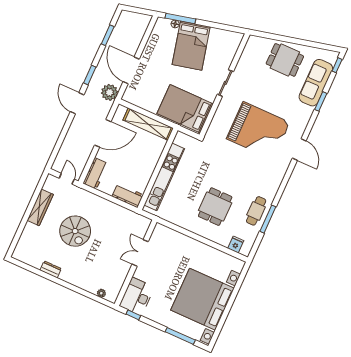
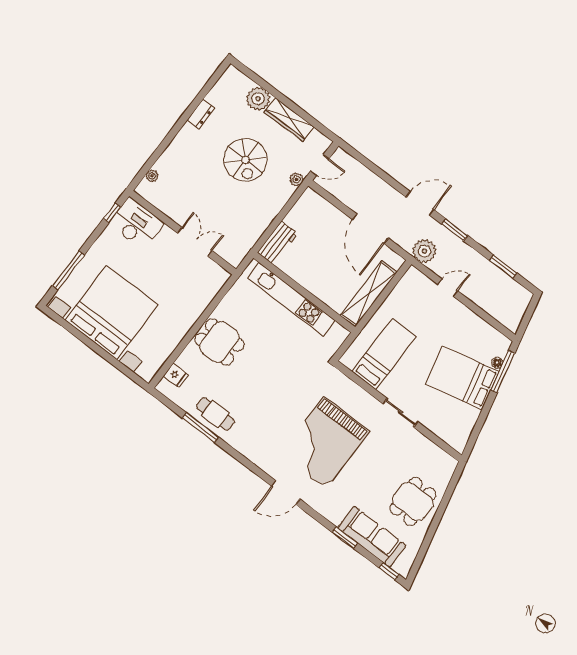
door: (131, 70) -> (448, 288), width x0.53
bed: (185, 109) -> (384, 354), width x0.67
workbench: (95, 173) -> (318, 206), removed
plant: (80, 193) -> (296, 179), added
dining table: (215, 207) -> (219, 342), moved
spiral stairs: (75, 231) -> (245, 160), turned -90
plant: (31, 232) -> (258, 99), added

